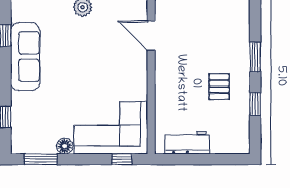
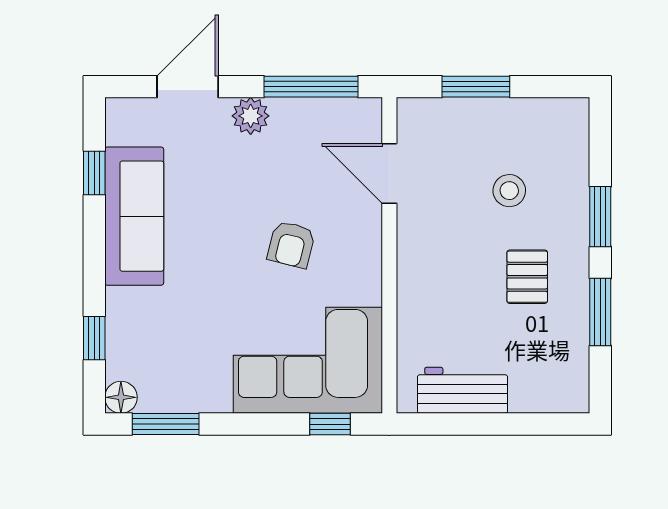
stool: (210, 44) -> (509, 191), added
armchair: (103, 71) -> (291, 244), added
window: (255, 104) -> (600, 312), width x1.50
floor lamp: (65, 146) -> (121, 397), moved

